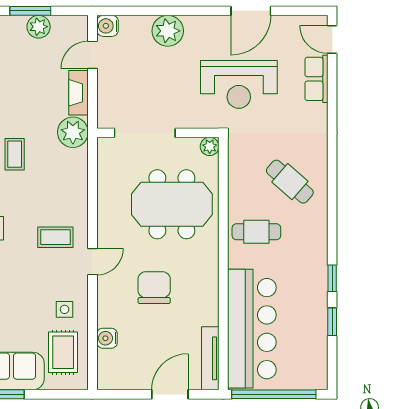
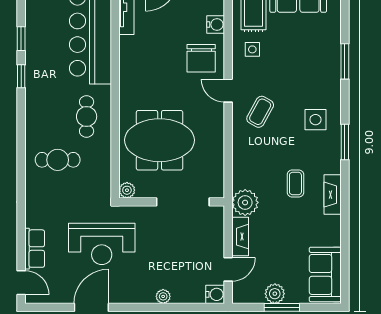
plant: (168, 31) -> (163, 296), width x0.53, depth x0.53
reception desk: (239, 84) -> (102, 244), turned 180
cafe table: (290, 182) -> (58, 160), turned -41
cafe table: (256, 232) -> (87, 116), turned 90
coffee table: (55, 237) -> (260, 112), turned -61
door: (93, 262) -> (228, 91), hinge flipped
chair: (154, 288) -> (201, 58), moved

